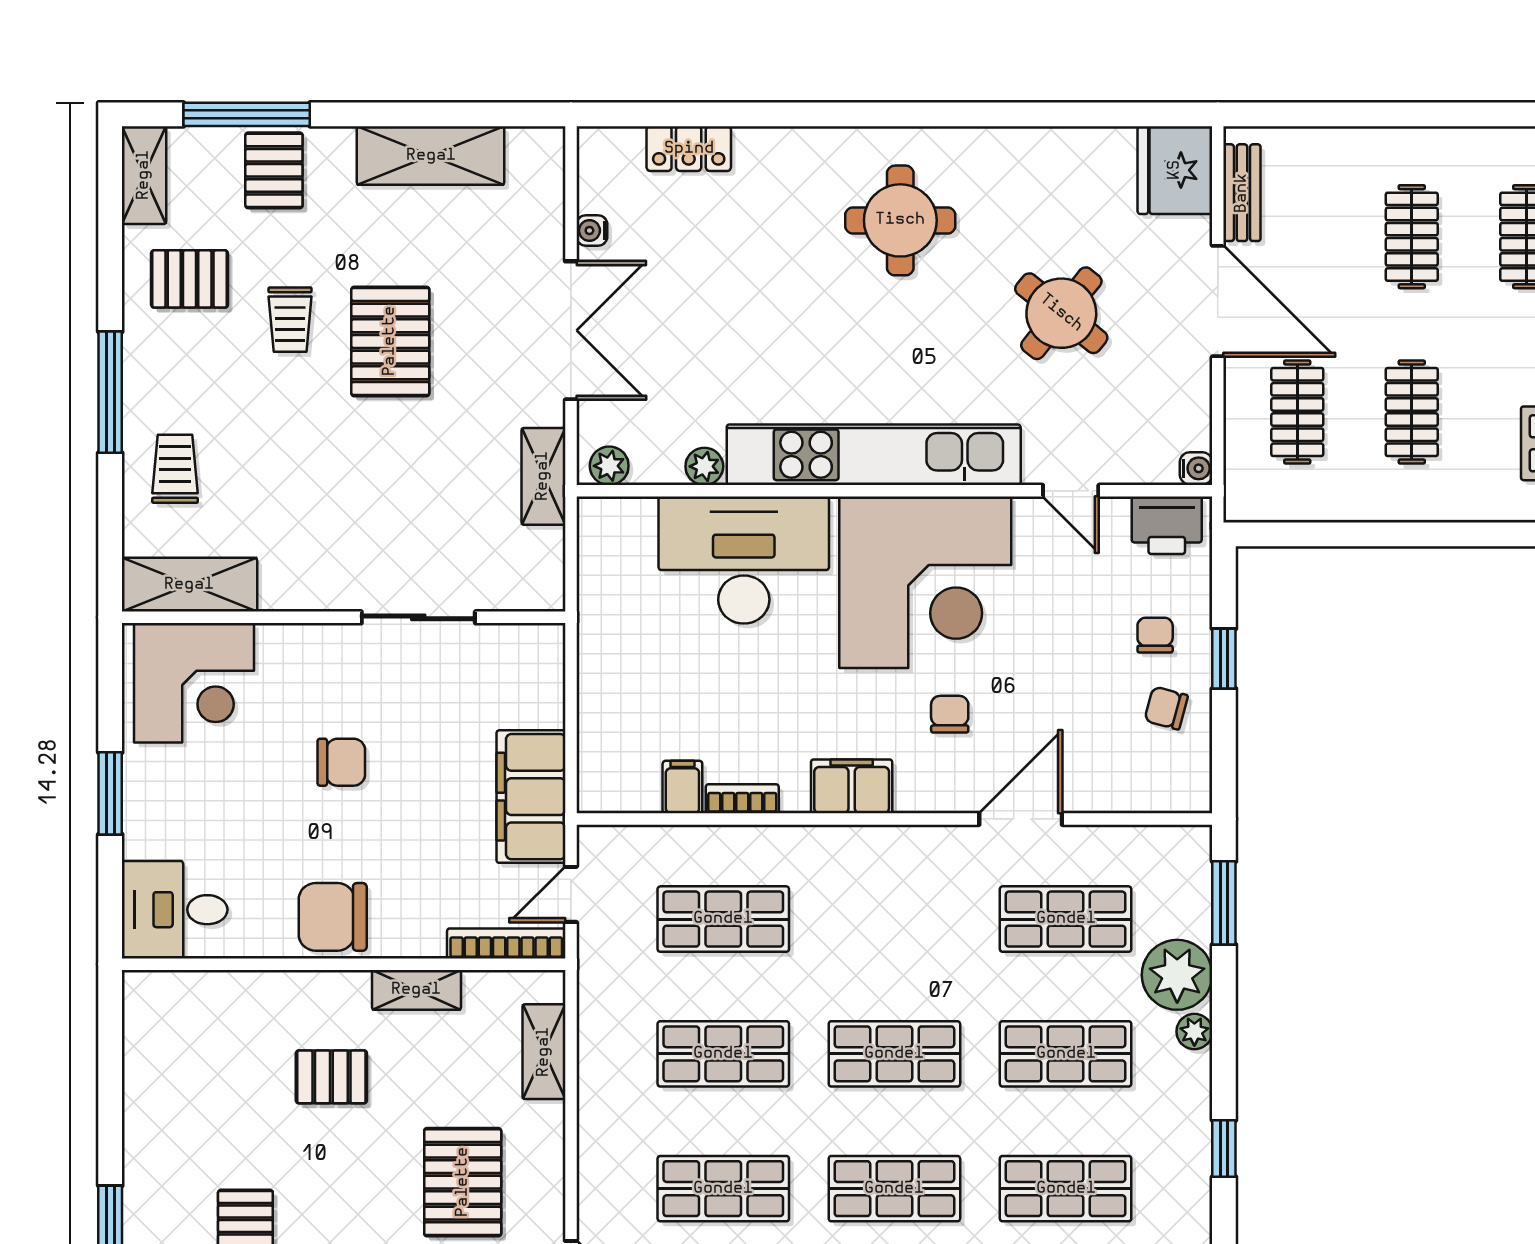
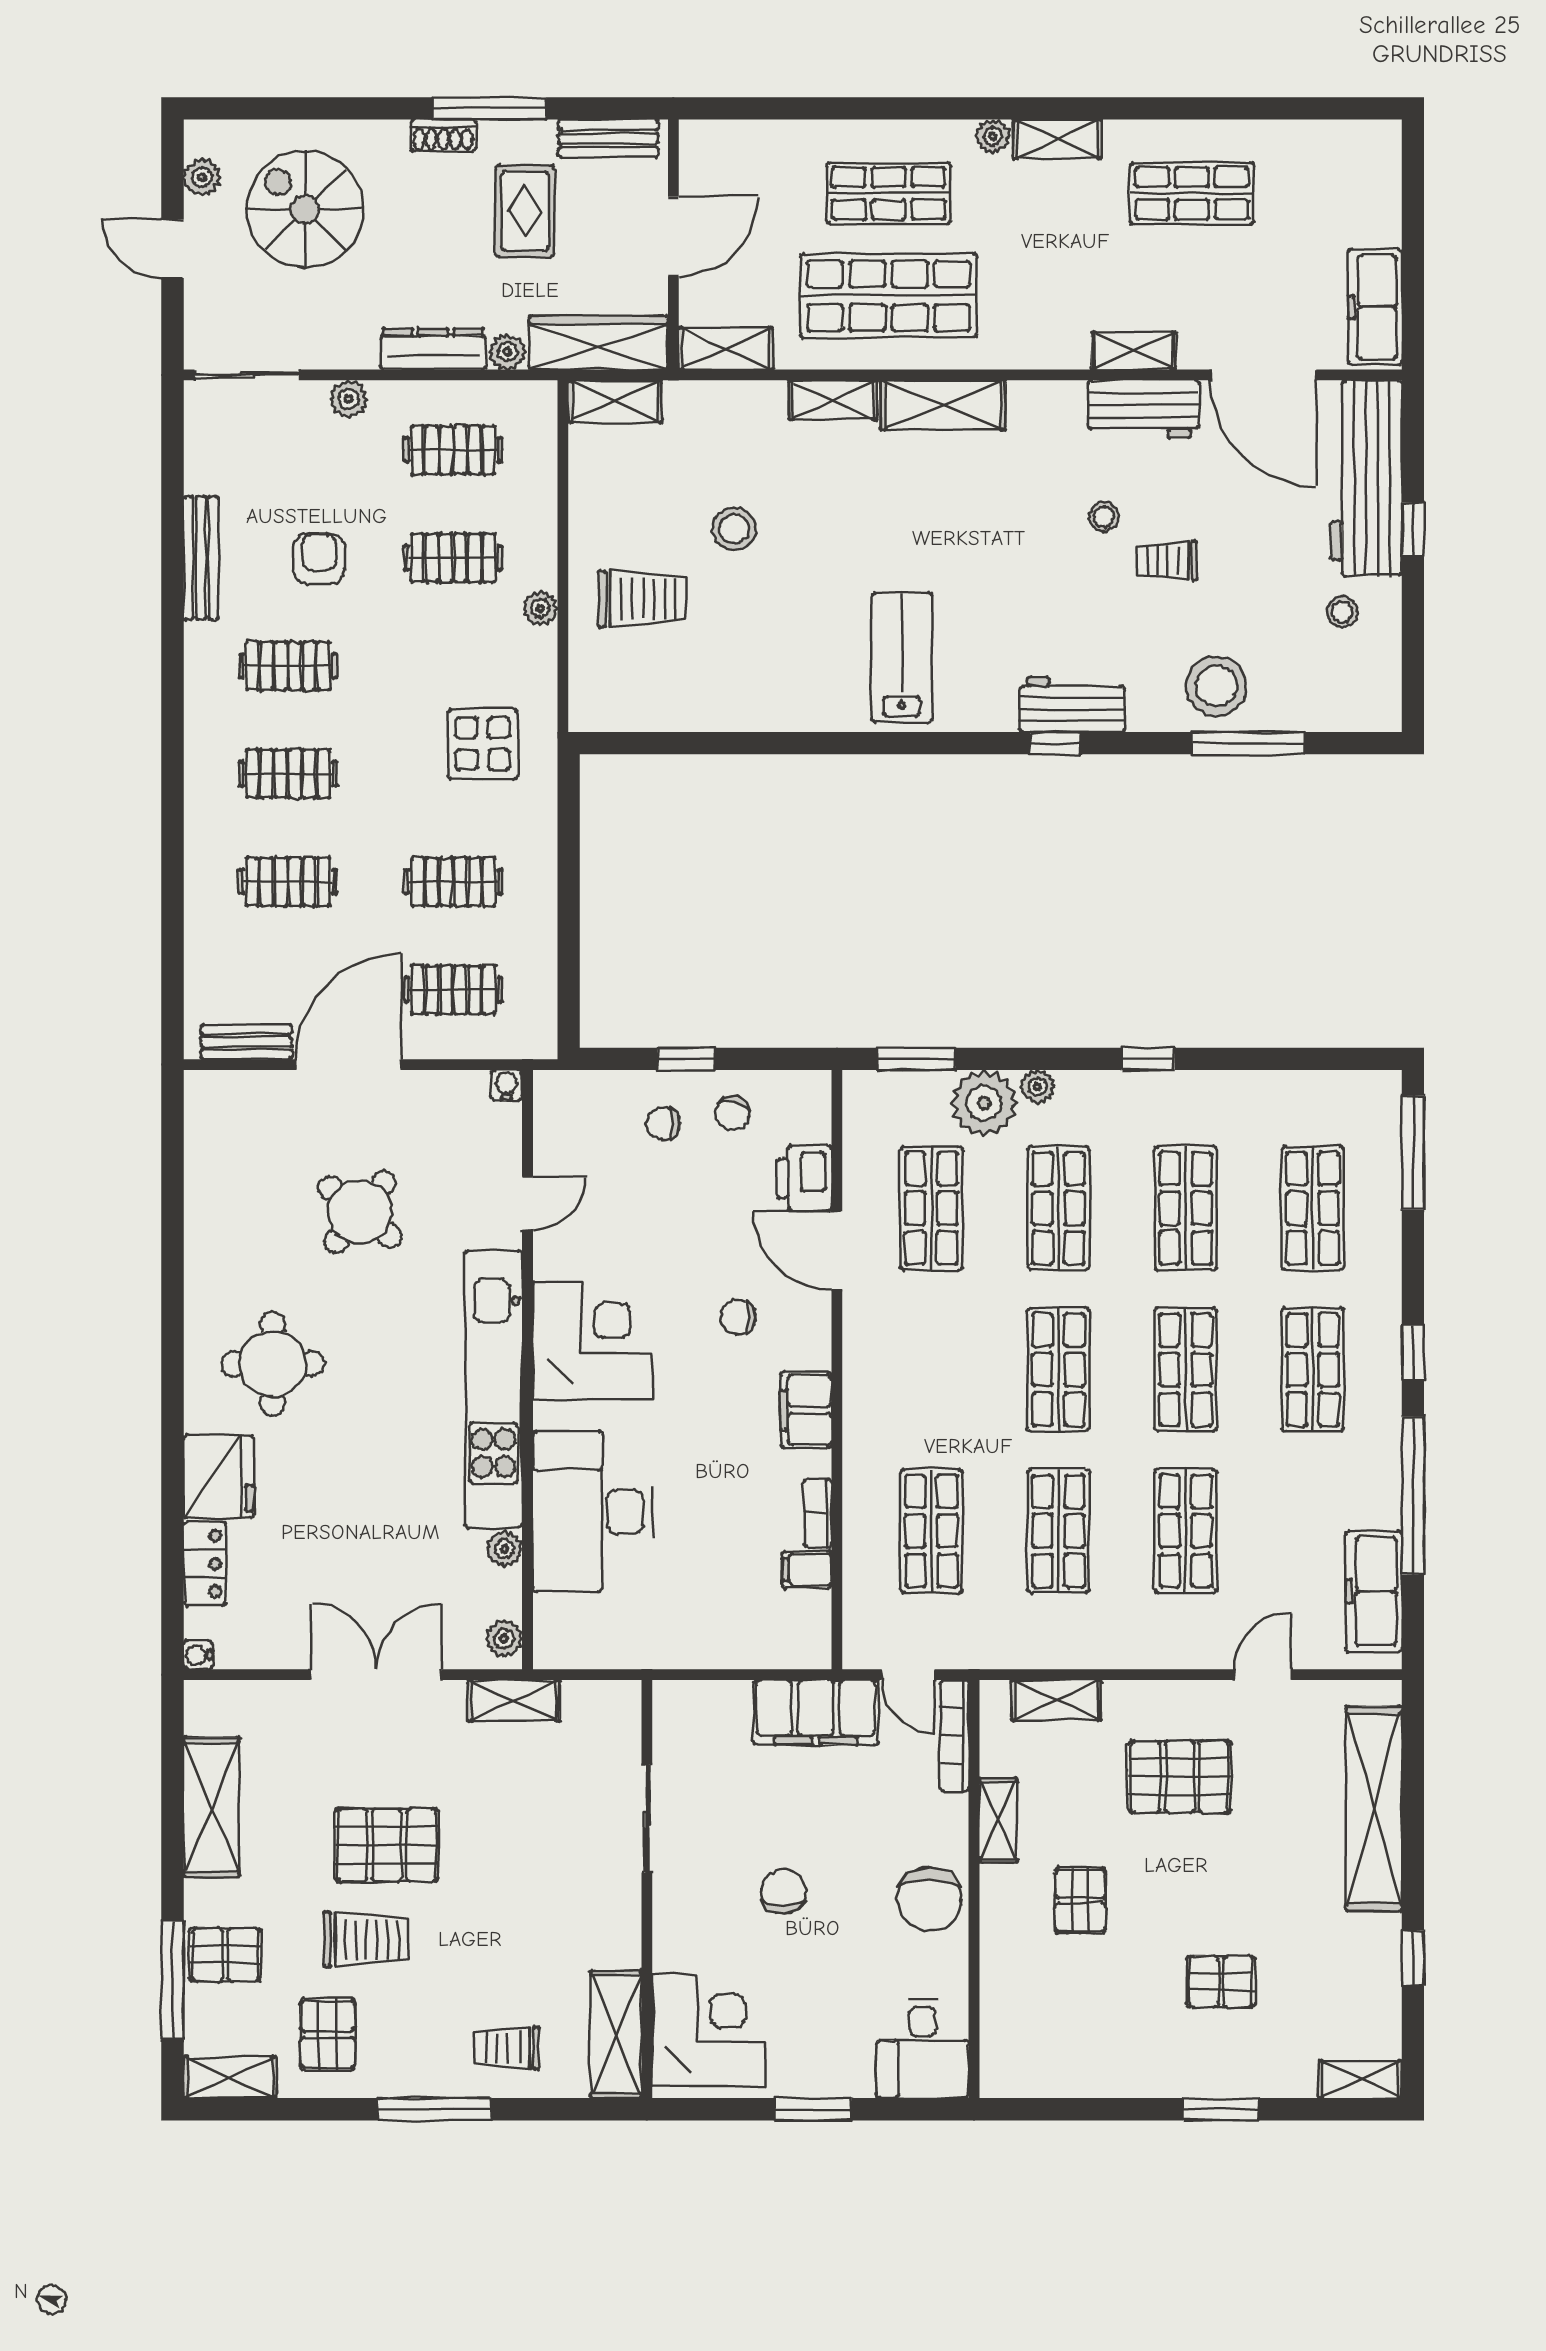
fridge: (1175, 170) -> (219, 1477), moved, turned -90
water cooler: (592, 230) -> (198, 1655), moved, turned 90
trolley: (290, 320) -> (366, 1940), width x1.36, depth x1.39
printer: (1167, 525) -> (804, 1178), moved, turned 180
corner desk: (925, 582) -> (592, 1340), width x0.74, depth x0.74

